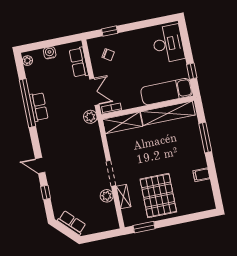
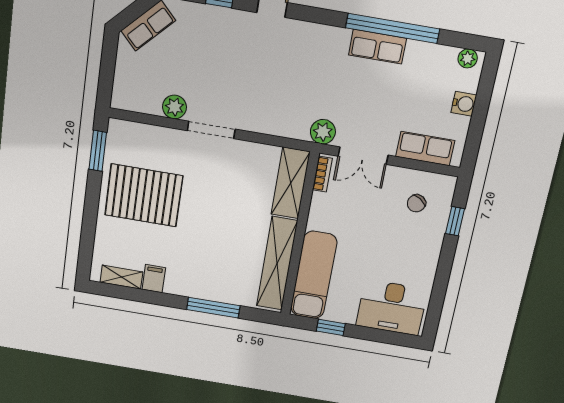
shelving: (124, 196) -> (121, 277), moved

